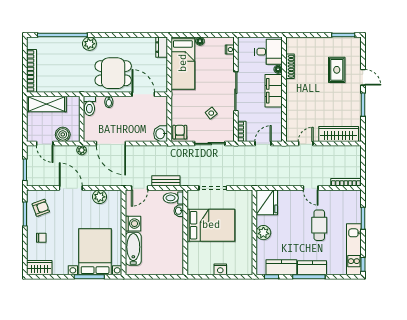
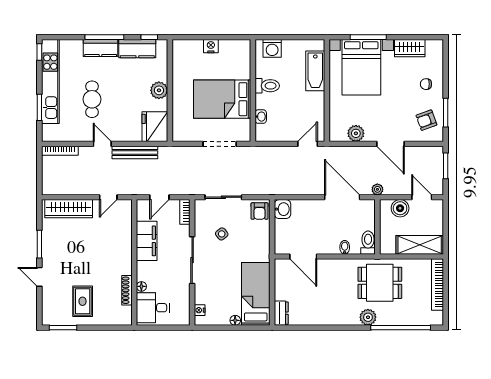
rug: (337, 70) -> (83, 301), moved
dining table: (113, 73) -> (380, 283), moved
filing cabinet: (274, 91) -> (147, 241), moved
bench: (166, 181) -> (135, 152), moved, width x1.36
toilet: (173, 198) -> (267, 86), moved
washing machine: (133, 224) -> (272, 48), moved, turned -90
kitchen unit: (354, 249) -> (50, 81), width x1.36
wardrobe: (39, 268) -> (410, 48), moved

